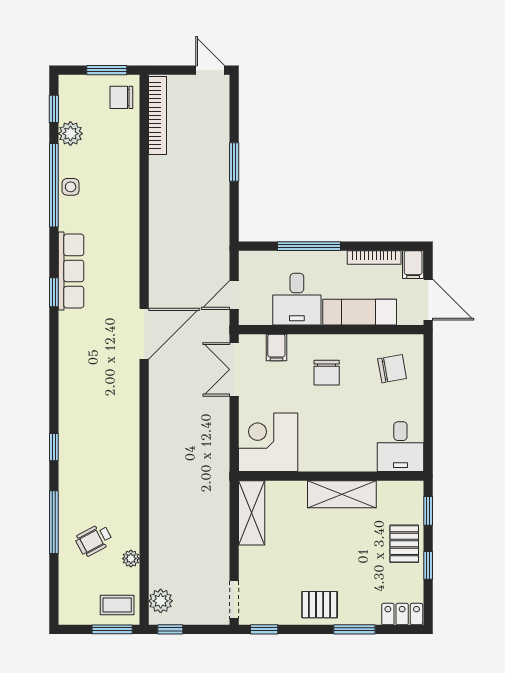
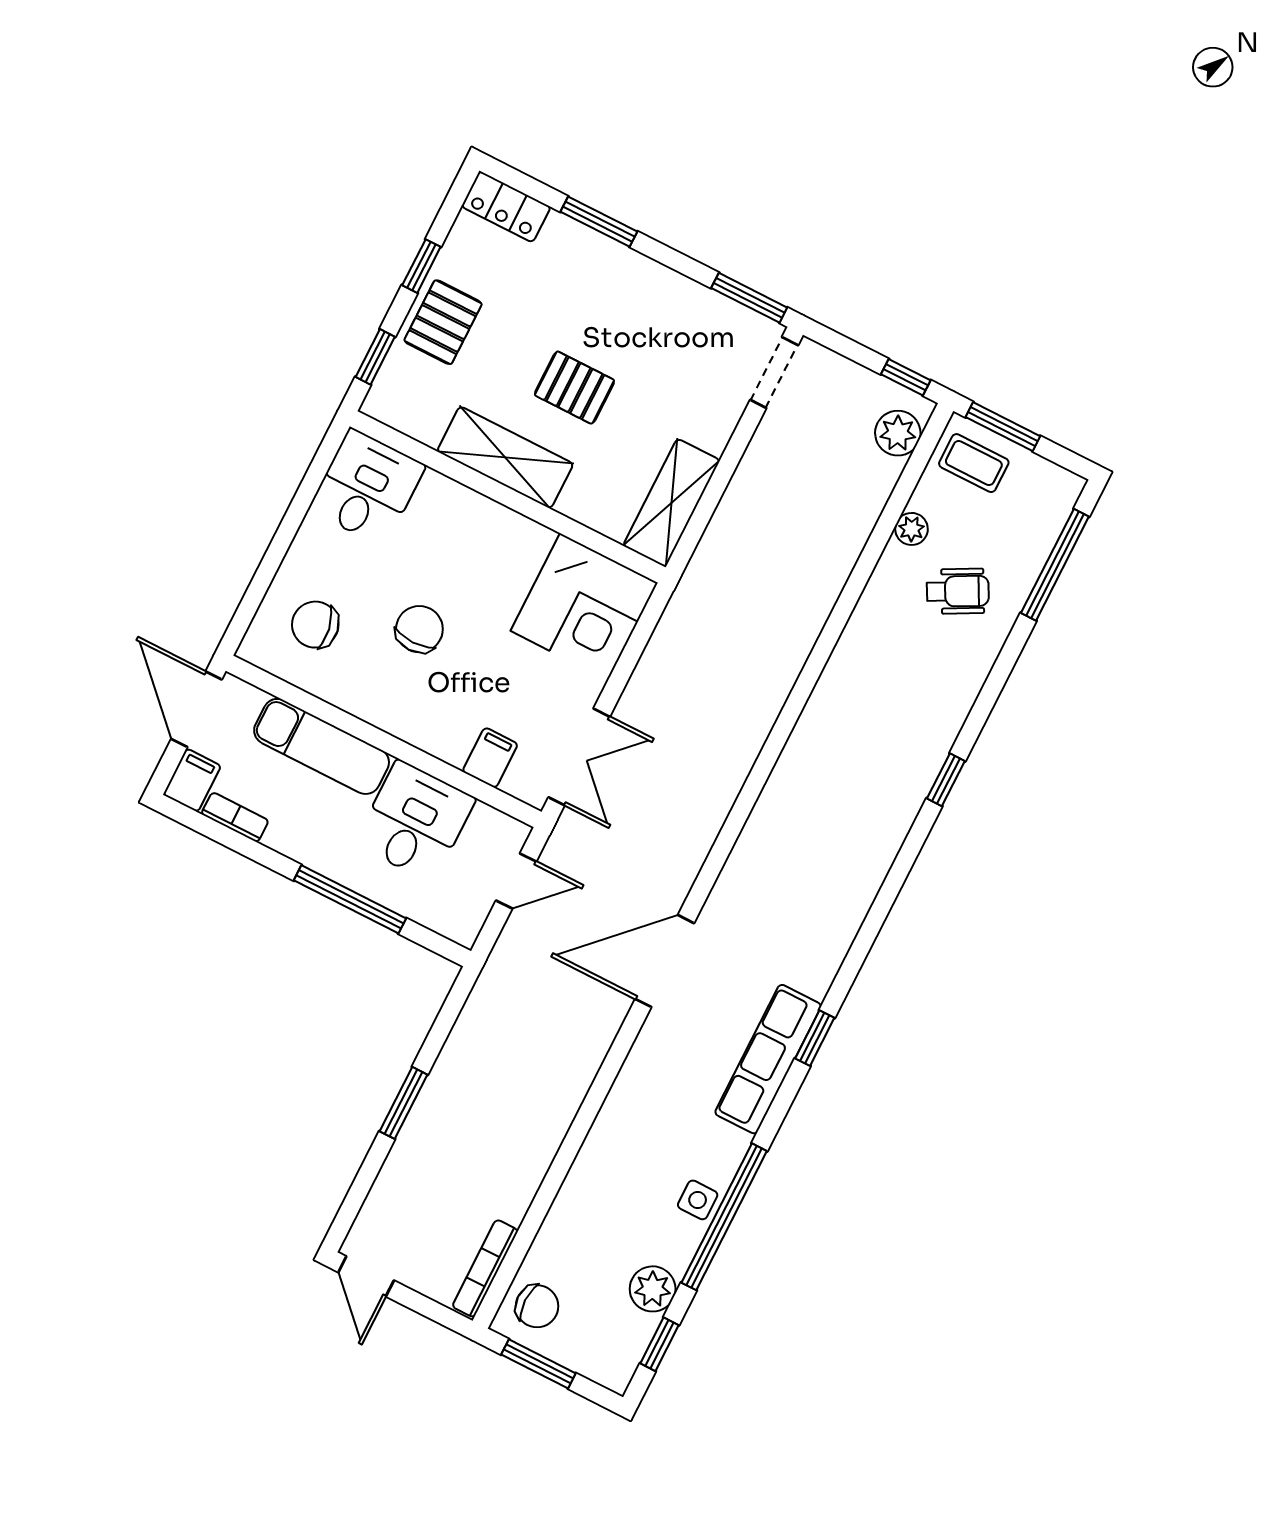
bookcase: (157, 115) -> (485, 1268), width x0.68, depth x0.76
bookcase: (374, 257) -> (235, 817), width x0.64
door: (144, 334) -> (665, 961), moved
chair: (327, 373) -> (419, 629), moved
window: (54, 522) -> (1055, 565), moved
pallet: (320, 605) -> (574, 388), moved
window: (264, 629) -> (749, 298), width x1.50

